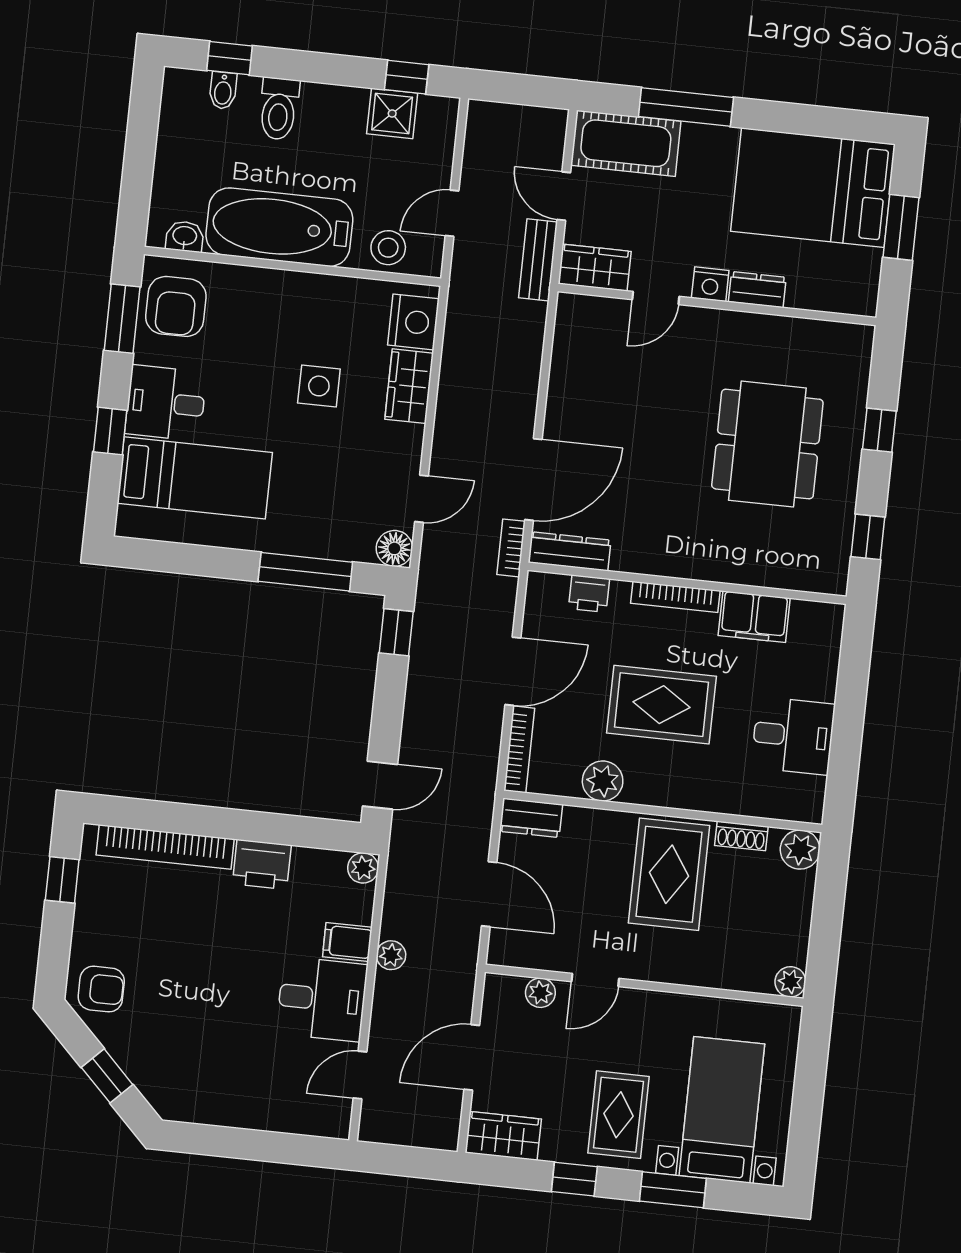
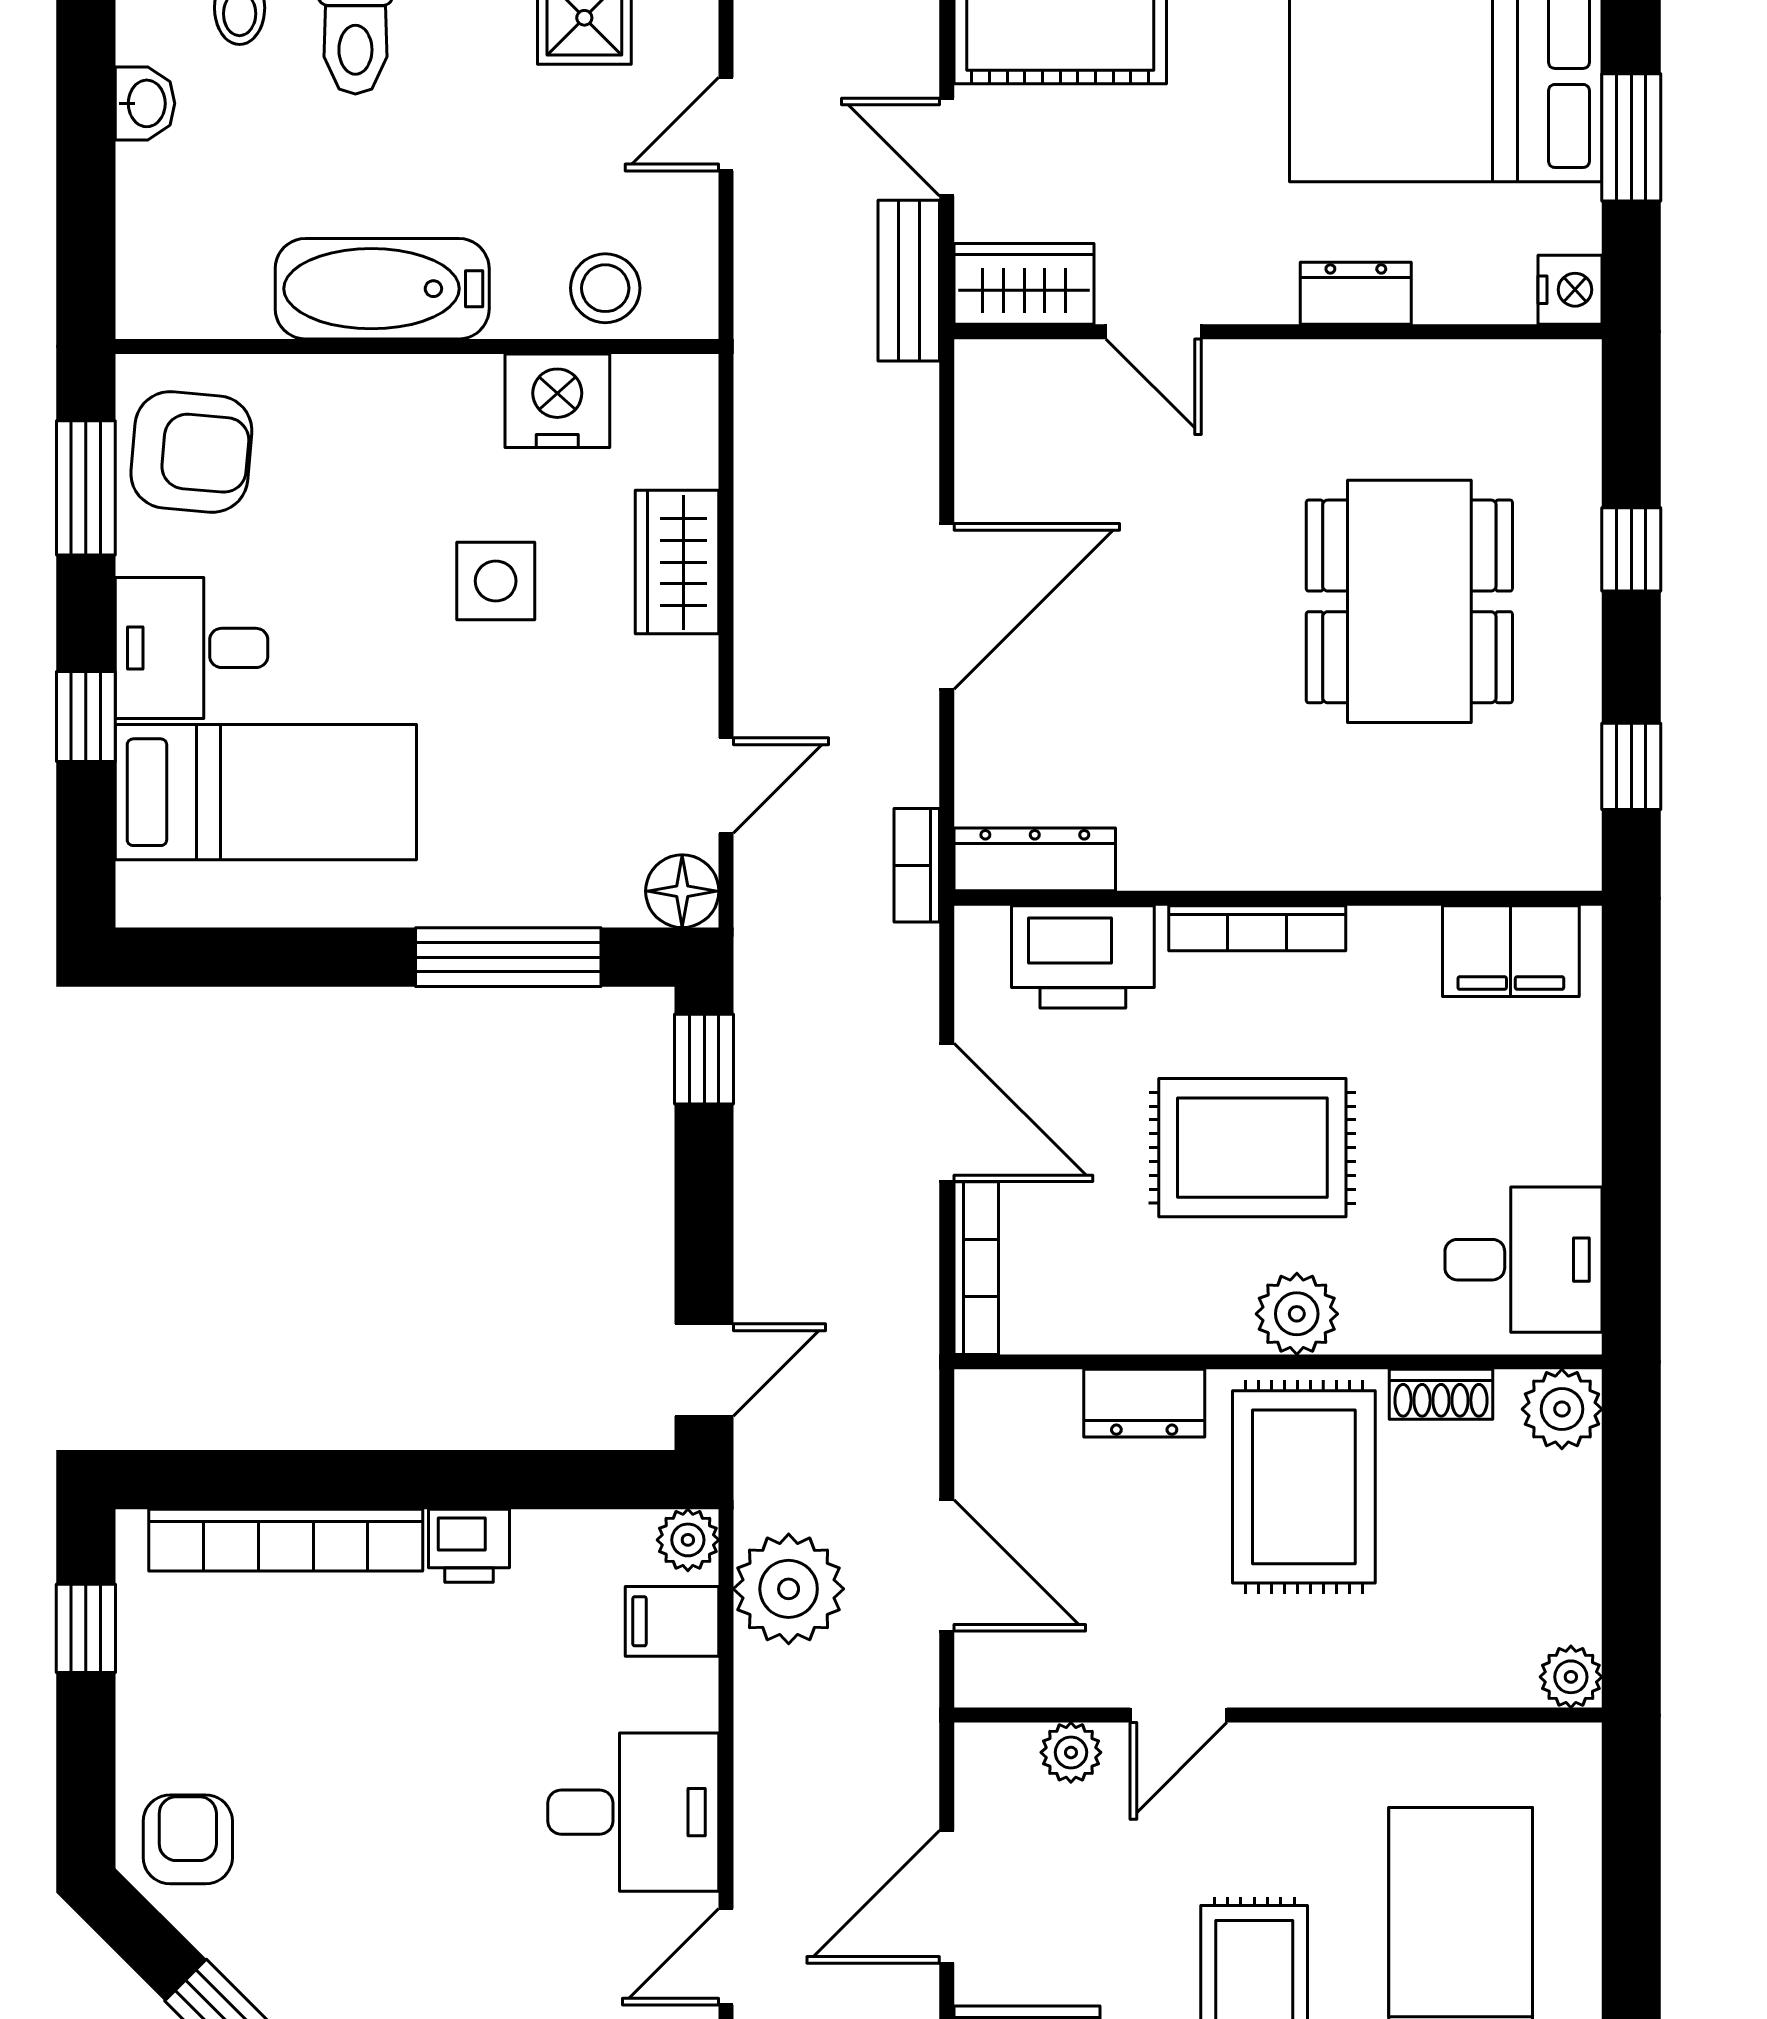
door: (452, 213) -> (726, 124), moved
bathtub: (279, 227) -> (382, 289), width x0.73, depth x0.73
washbasin: (185, 236) -> (145, 103), moved, turned 90
nightstand: (710, 284) -> (1570, 290), moved, turned -90
door: (656, 298) -> (1154, 332), hinge flipped
armchair: (176, 306) -> (191, 452), turned -85
nightstand: (413, 322) -> (557, 401), moved, turned -90
door: (533, 480) -> (947, 606), moved
printer: (589, 594) -> (1083, 957), width x1.87, depth x1.48
filing cabinet: (754, 617) -> (1511, 951), moved
door: (513, 671) -> (947, 1113), hinge flipped
desk: (793, 736) -> (1523, 1260), moved
plant: (603, 781) -> (1297, 1314), moved
dresser: (531, 818) -> (1144, 1403), moved
printer: (262, 864) -> (469, 1546), width x0.73, depth x0.81
filing cabinet: (347, 942) -> (672, 1621), moved
plant: (391, 955) -> (789, 1589), moved, width x1.87, depth x1.87
armchair: (101, 989) -> (188, 1839), turned -90

